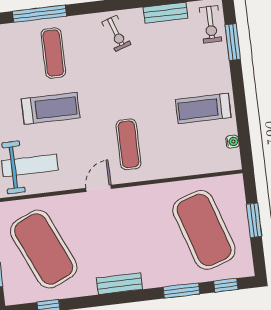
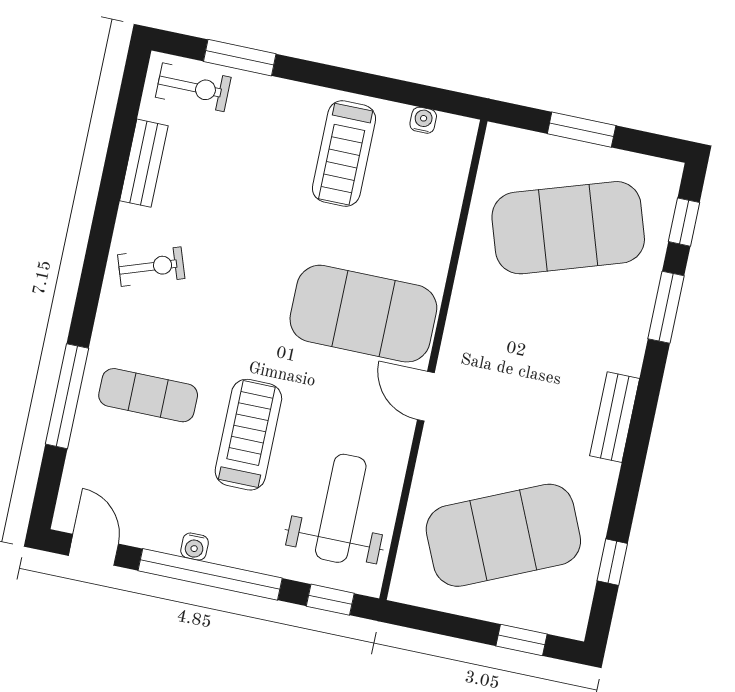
exercise mat: (128, 144) -> (363, 314), width x2.00, depth x1.45

